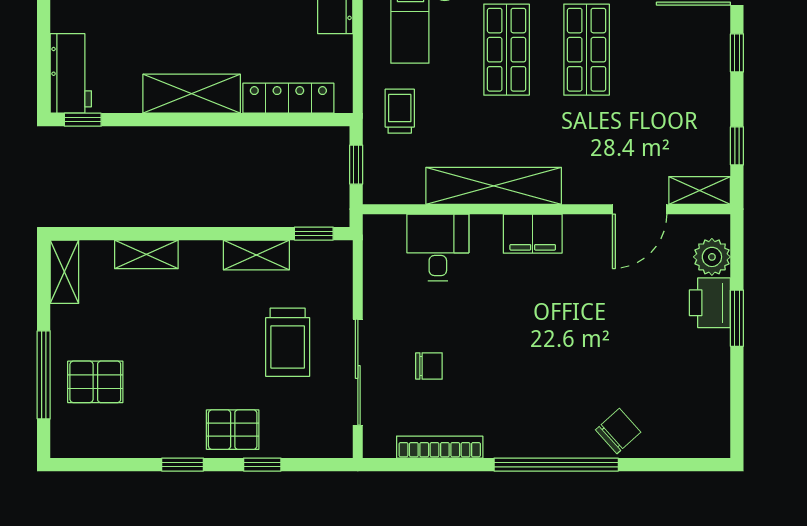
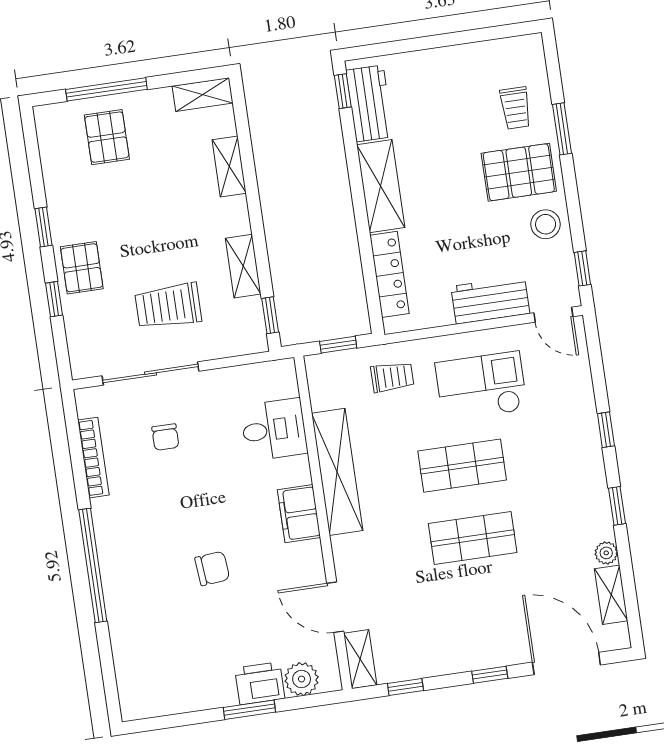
workbench: (71, 73) -> (370, 103), moved, turned -90
chair: (618, 431) -> (212, 568), moved, turned -53

